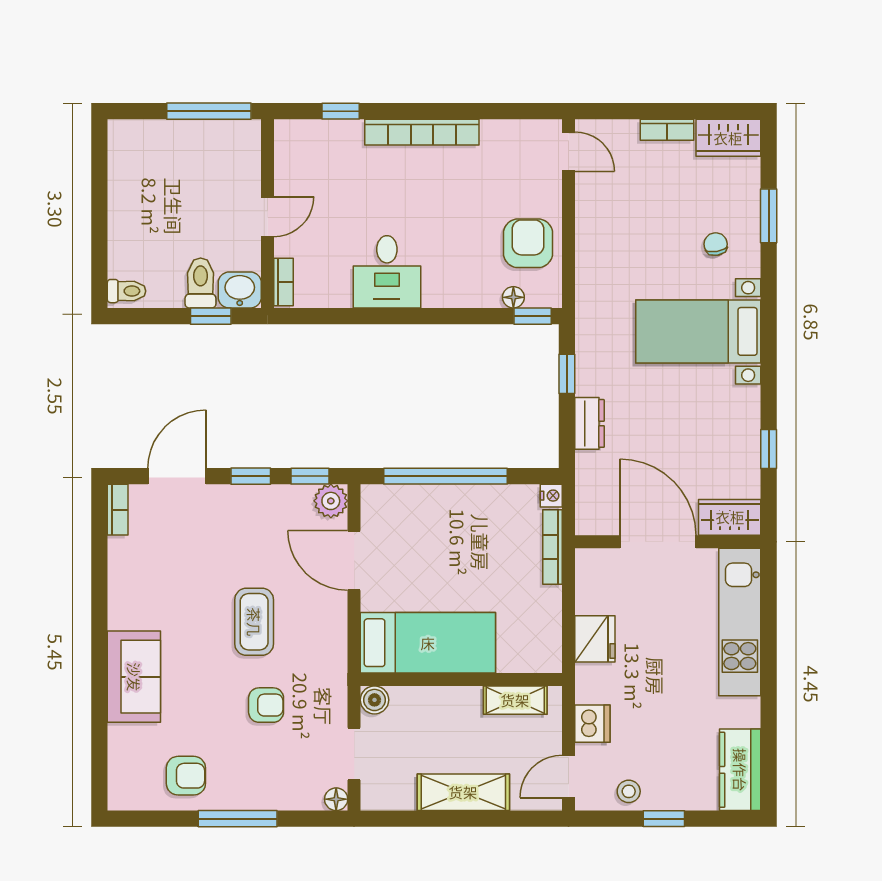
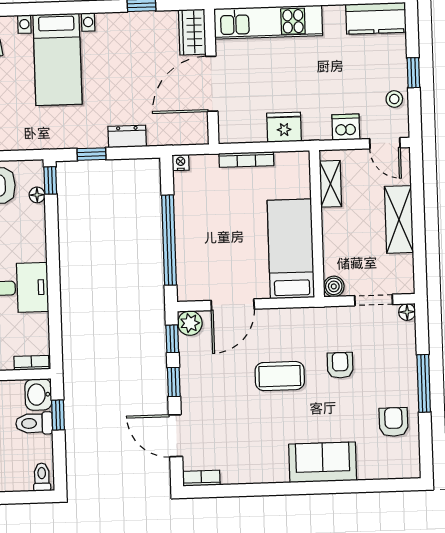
bookcase: (553, 547) -> (246, 159), moved

